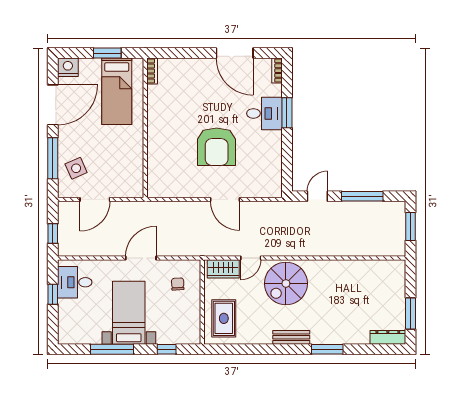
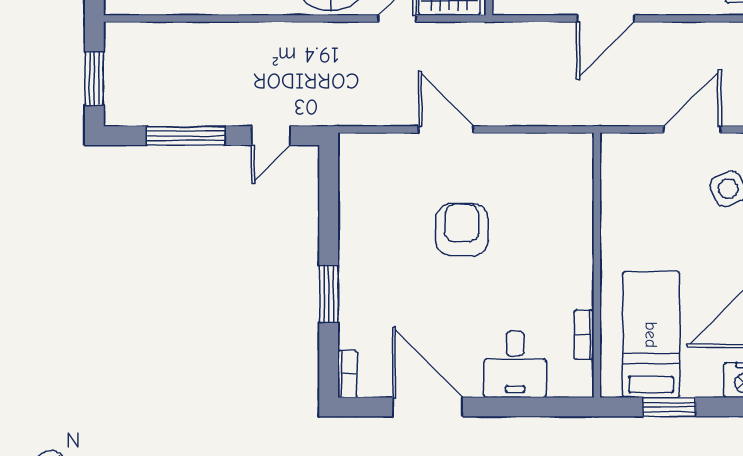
bookcase: (152, 71) -> (584, 335), moved
desk: (264, 113) -> (515, 364), moved, turned -90
armchair: (217, 147) -> (462, 229), width x0.73, depth x0.73

